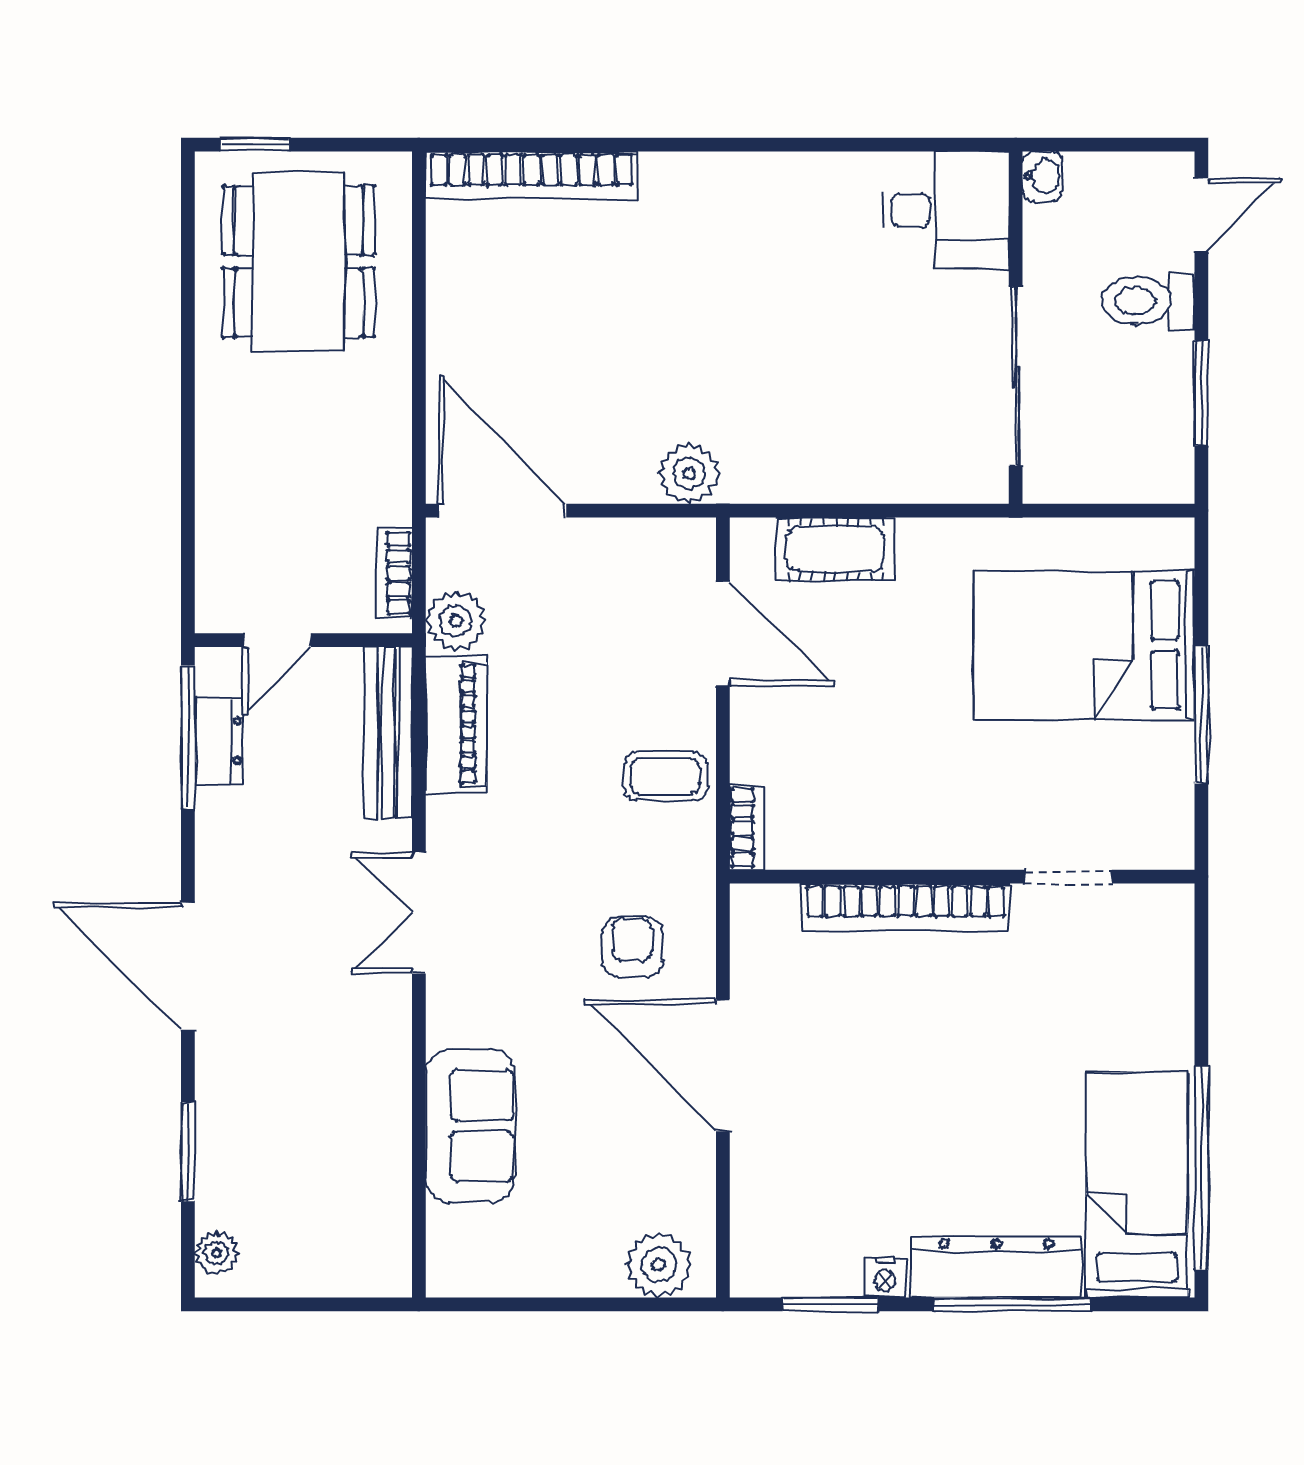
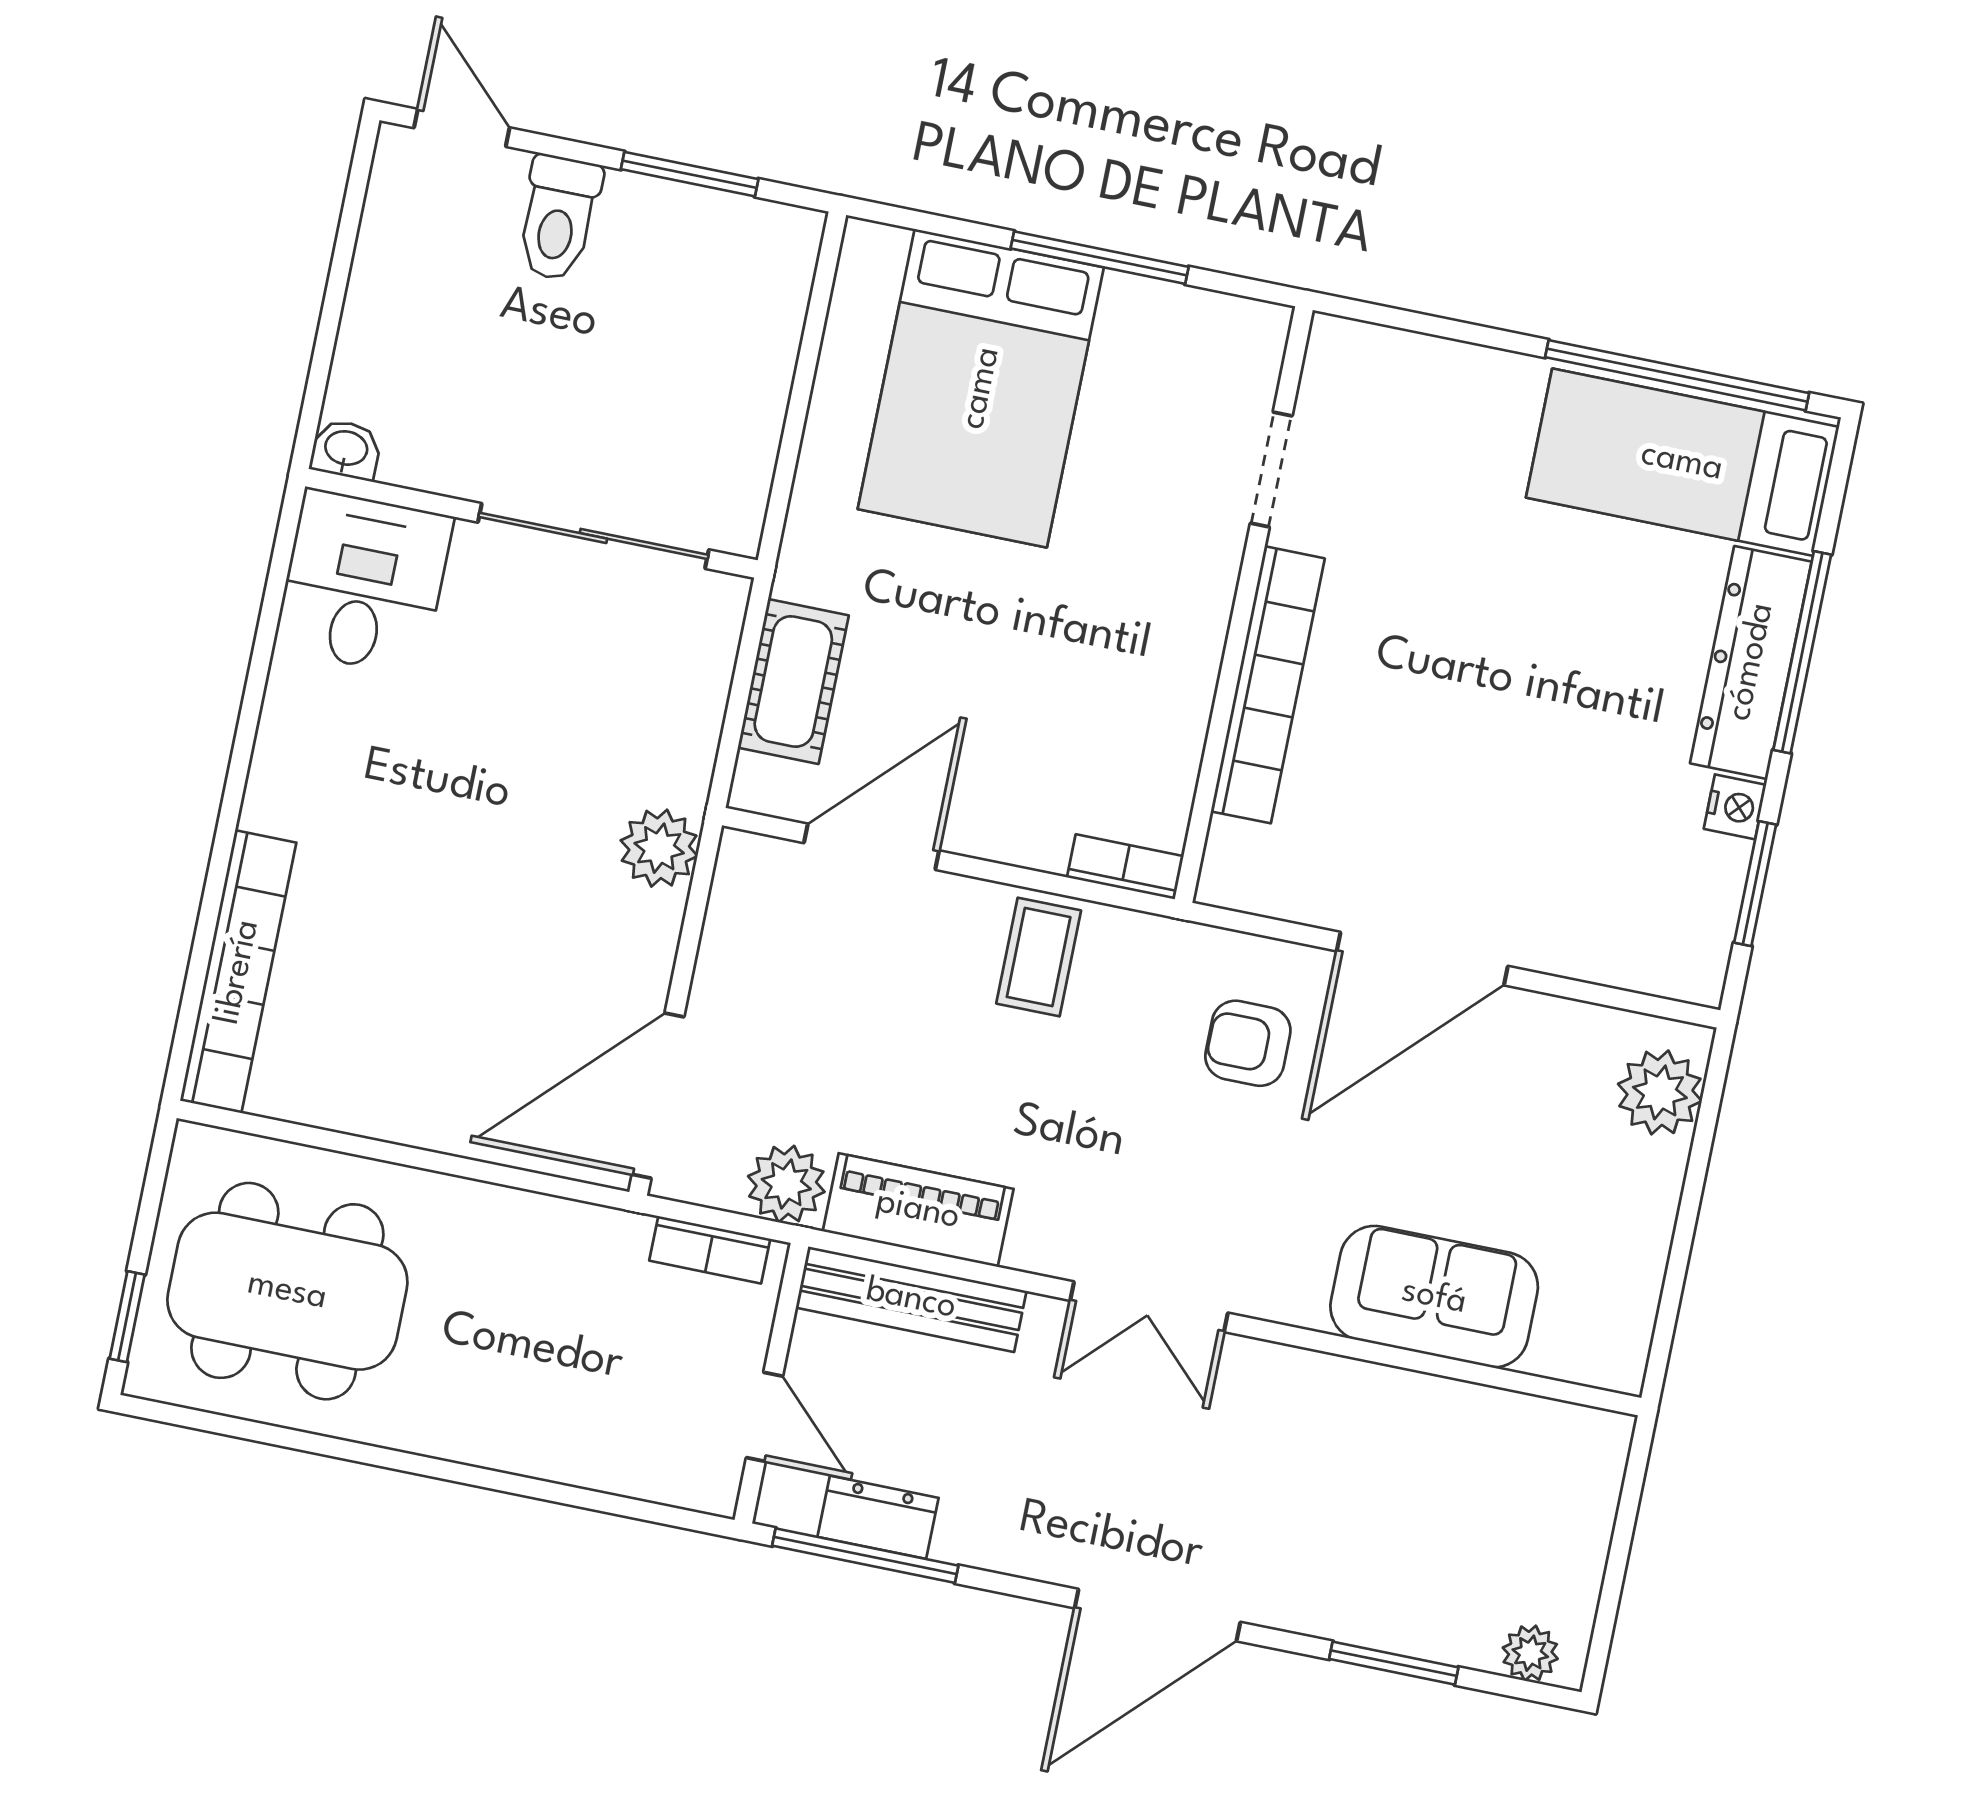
washbasin: (1043, 177) -> (346, 450), moved
desk: (945, 210) -> (364, 582), moved
wall: (1016, 328) -> (531, 523), moved
sliding door: (1016, 376) -> (593, 536), moved

